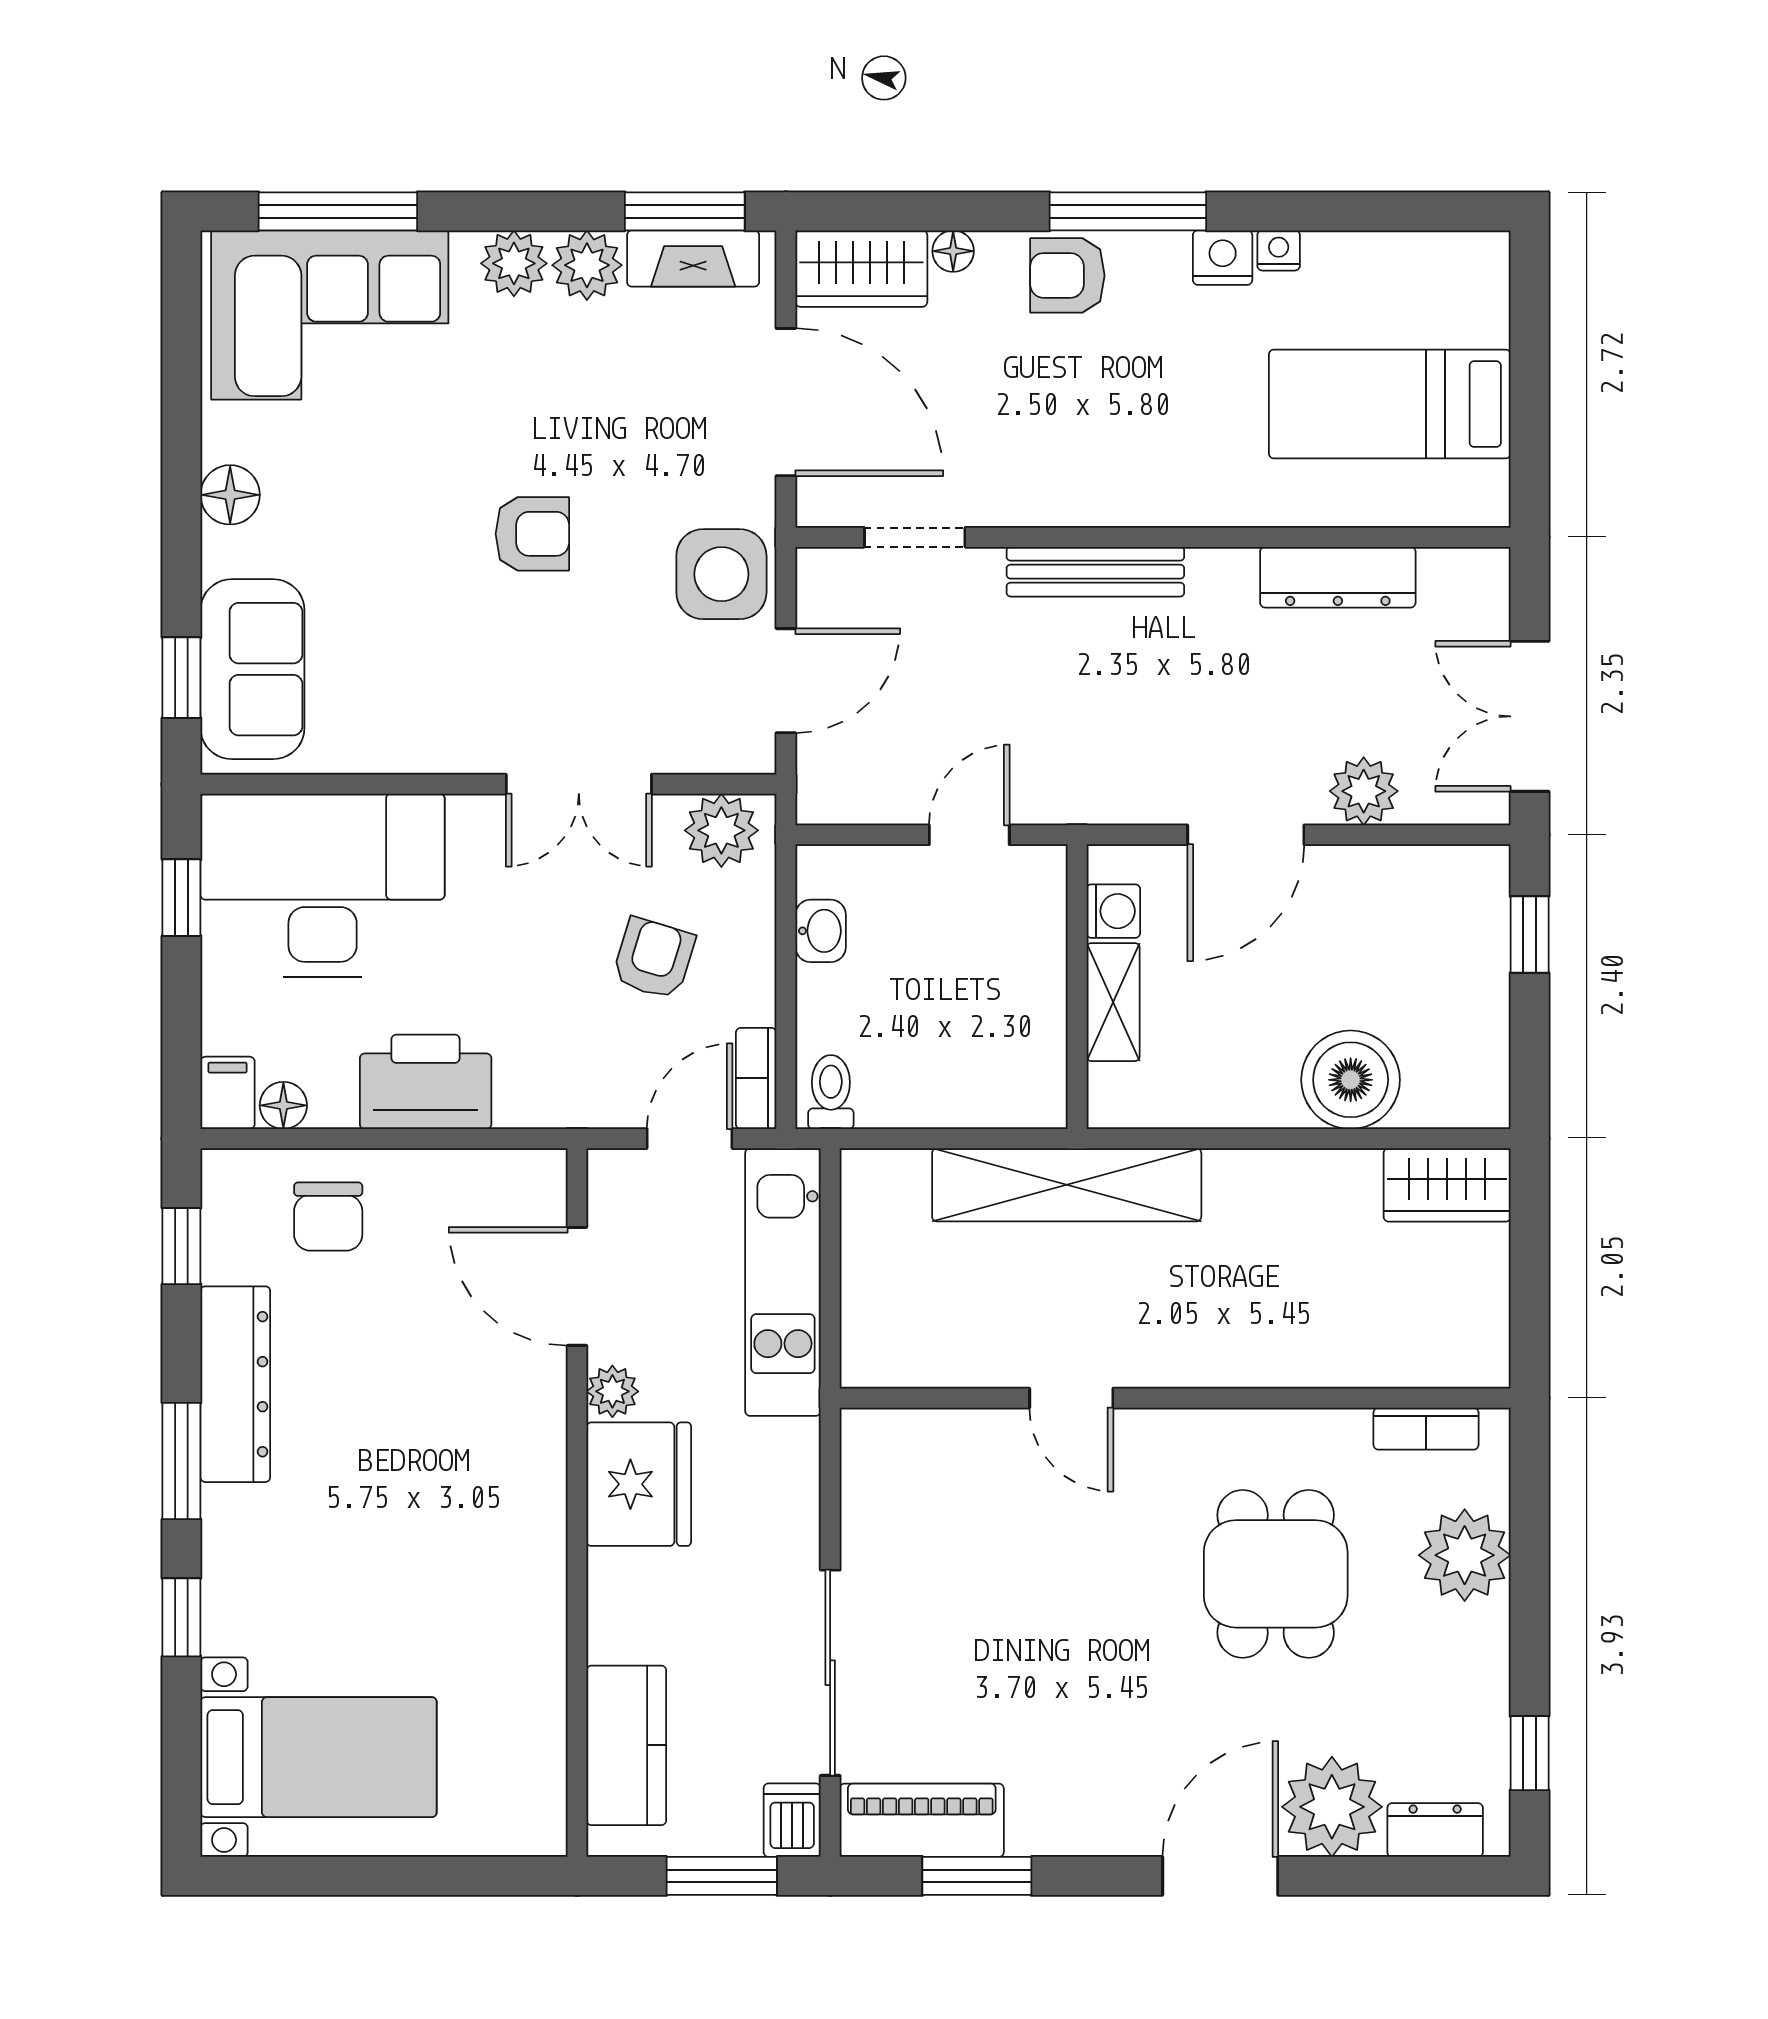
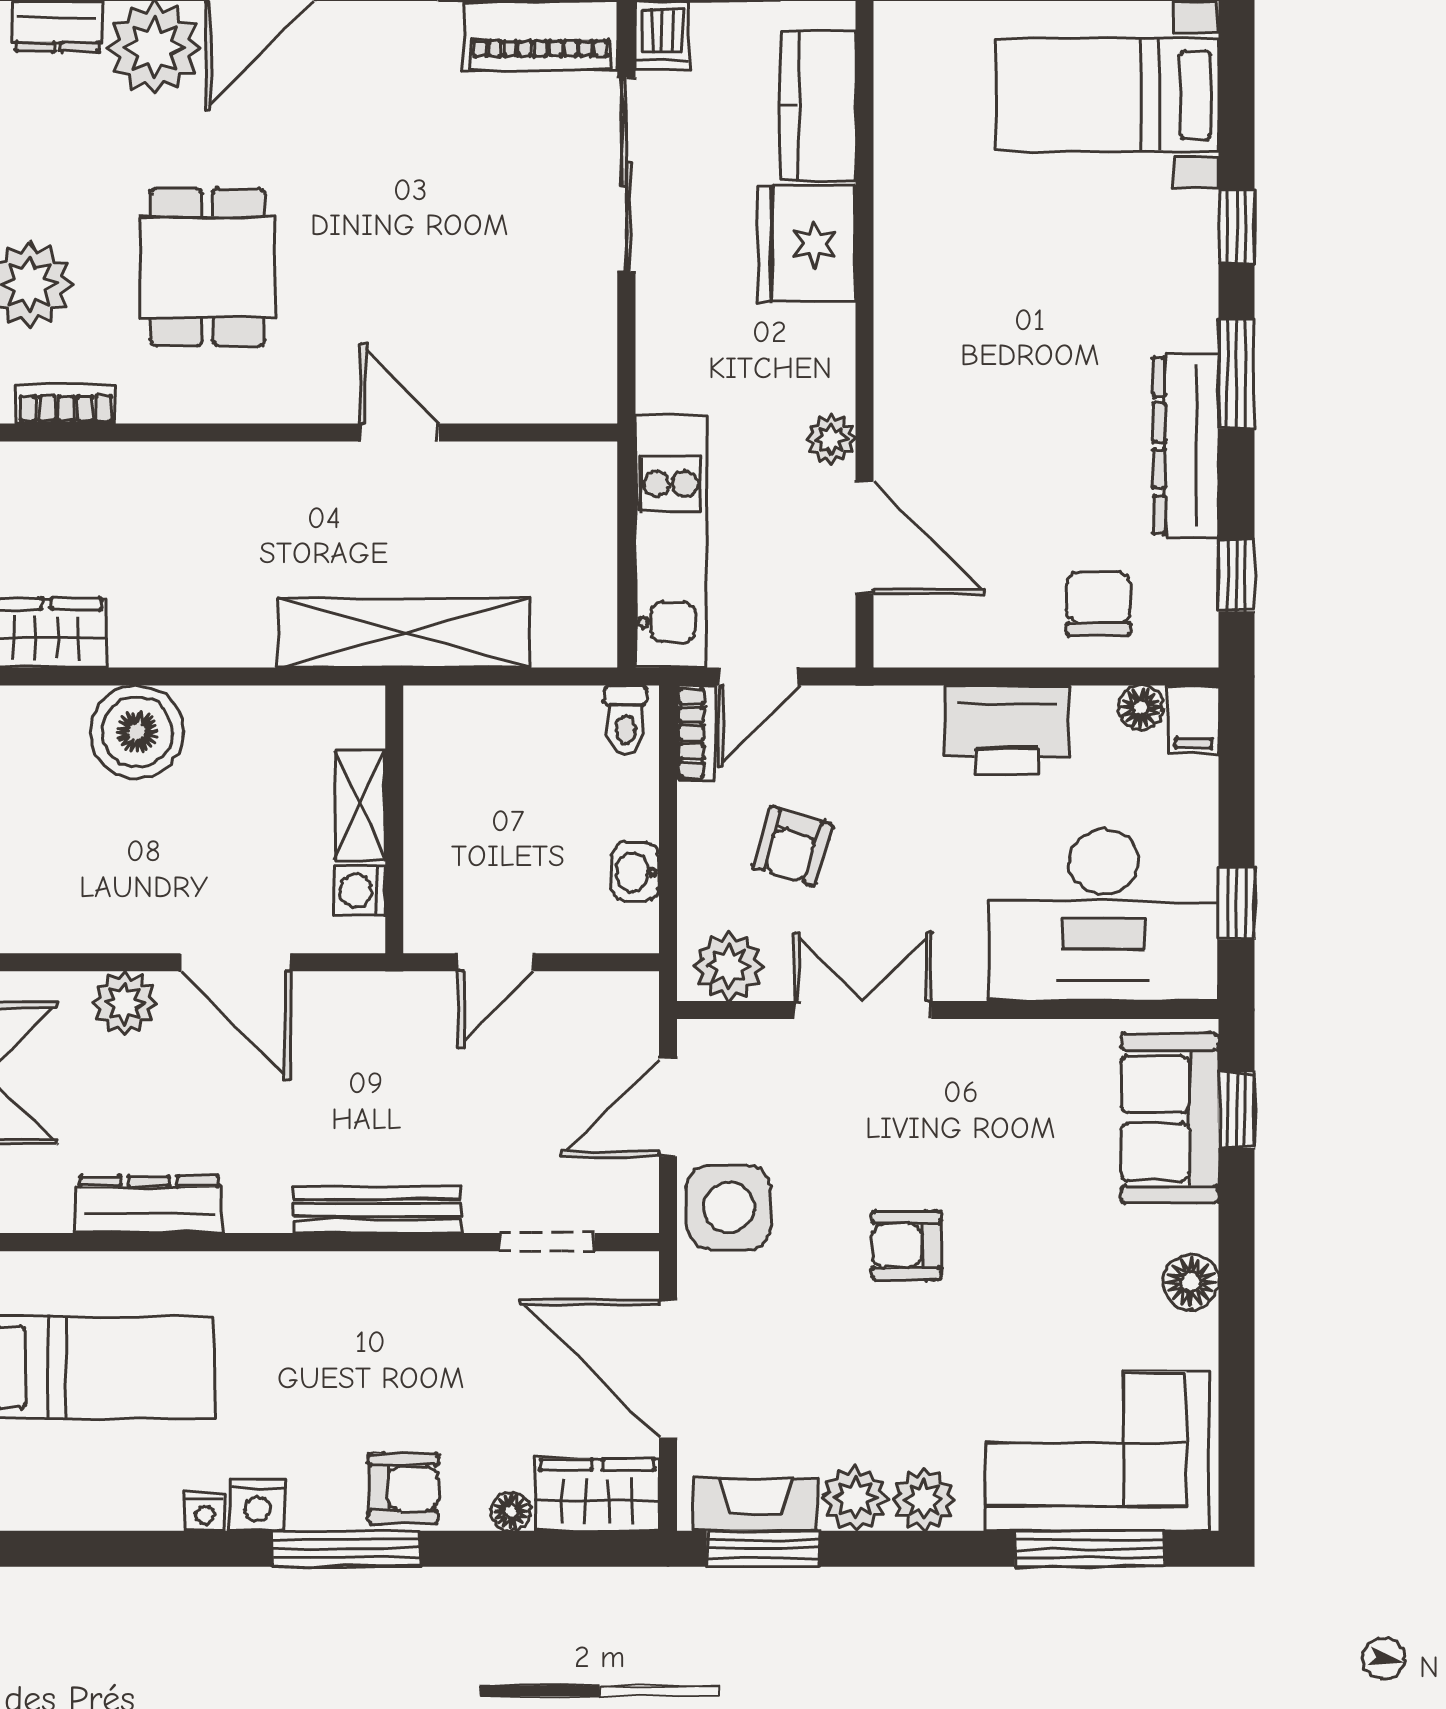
door: (1246, 835) -> (235, 962), swing flipped
fridge: (639, 1484) -> (806, 244), moved

